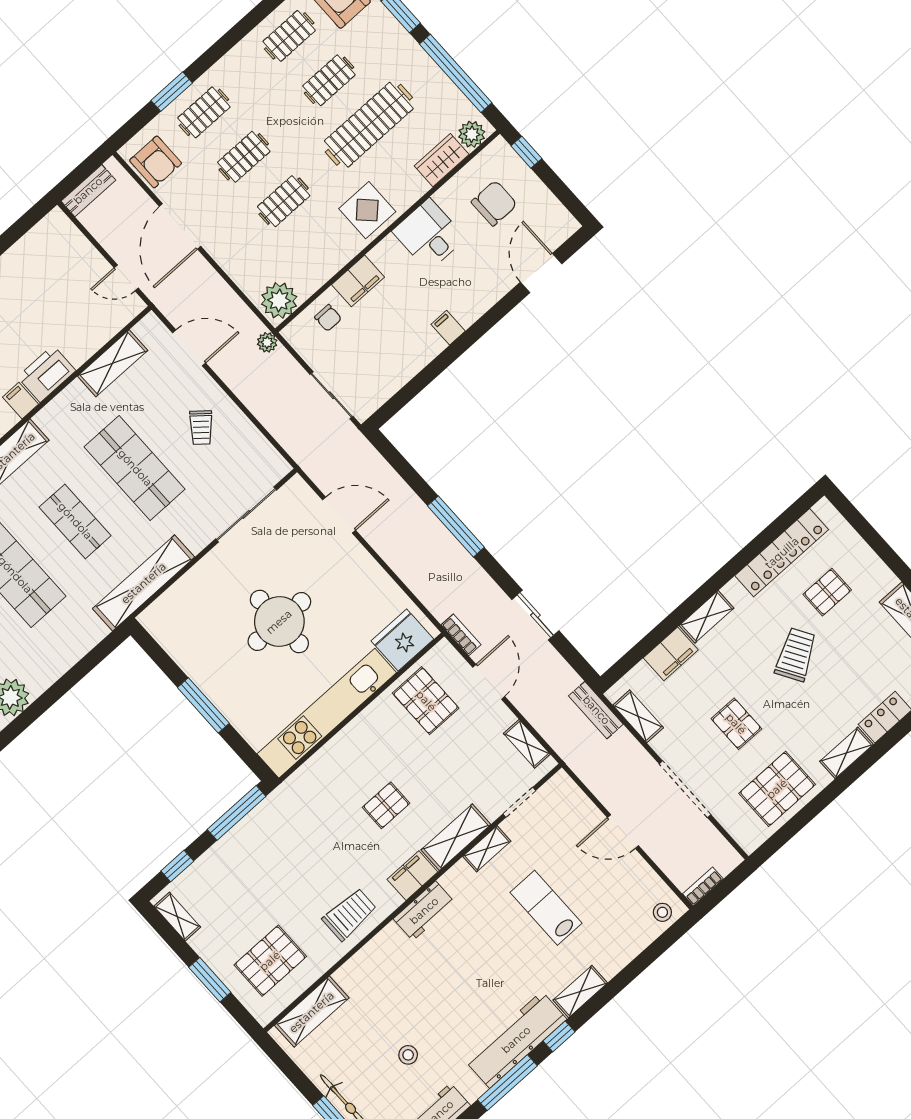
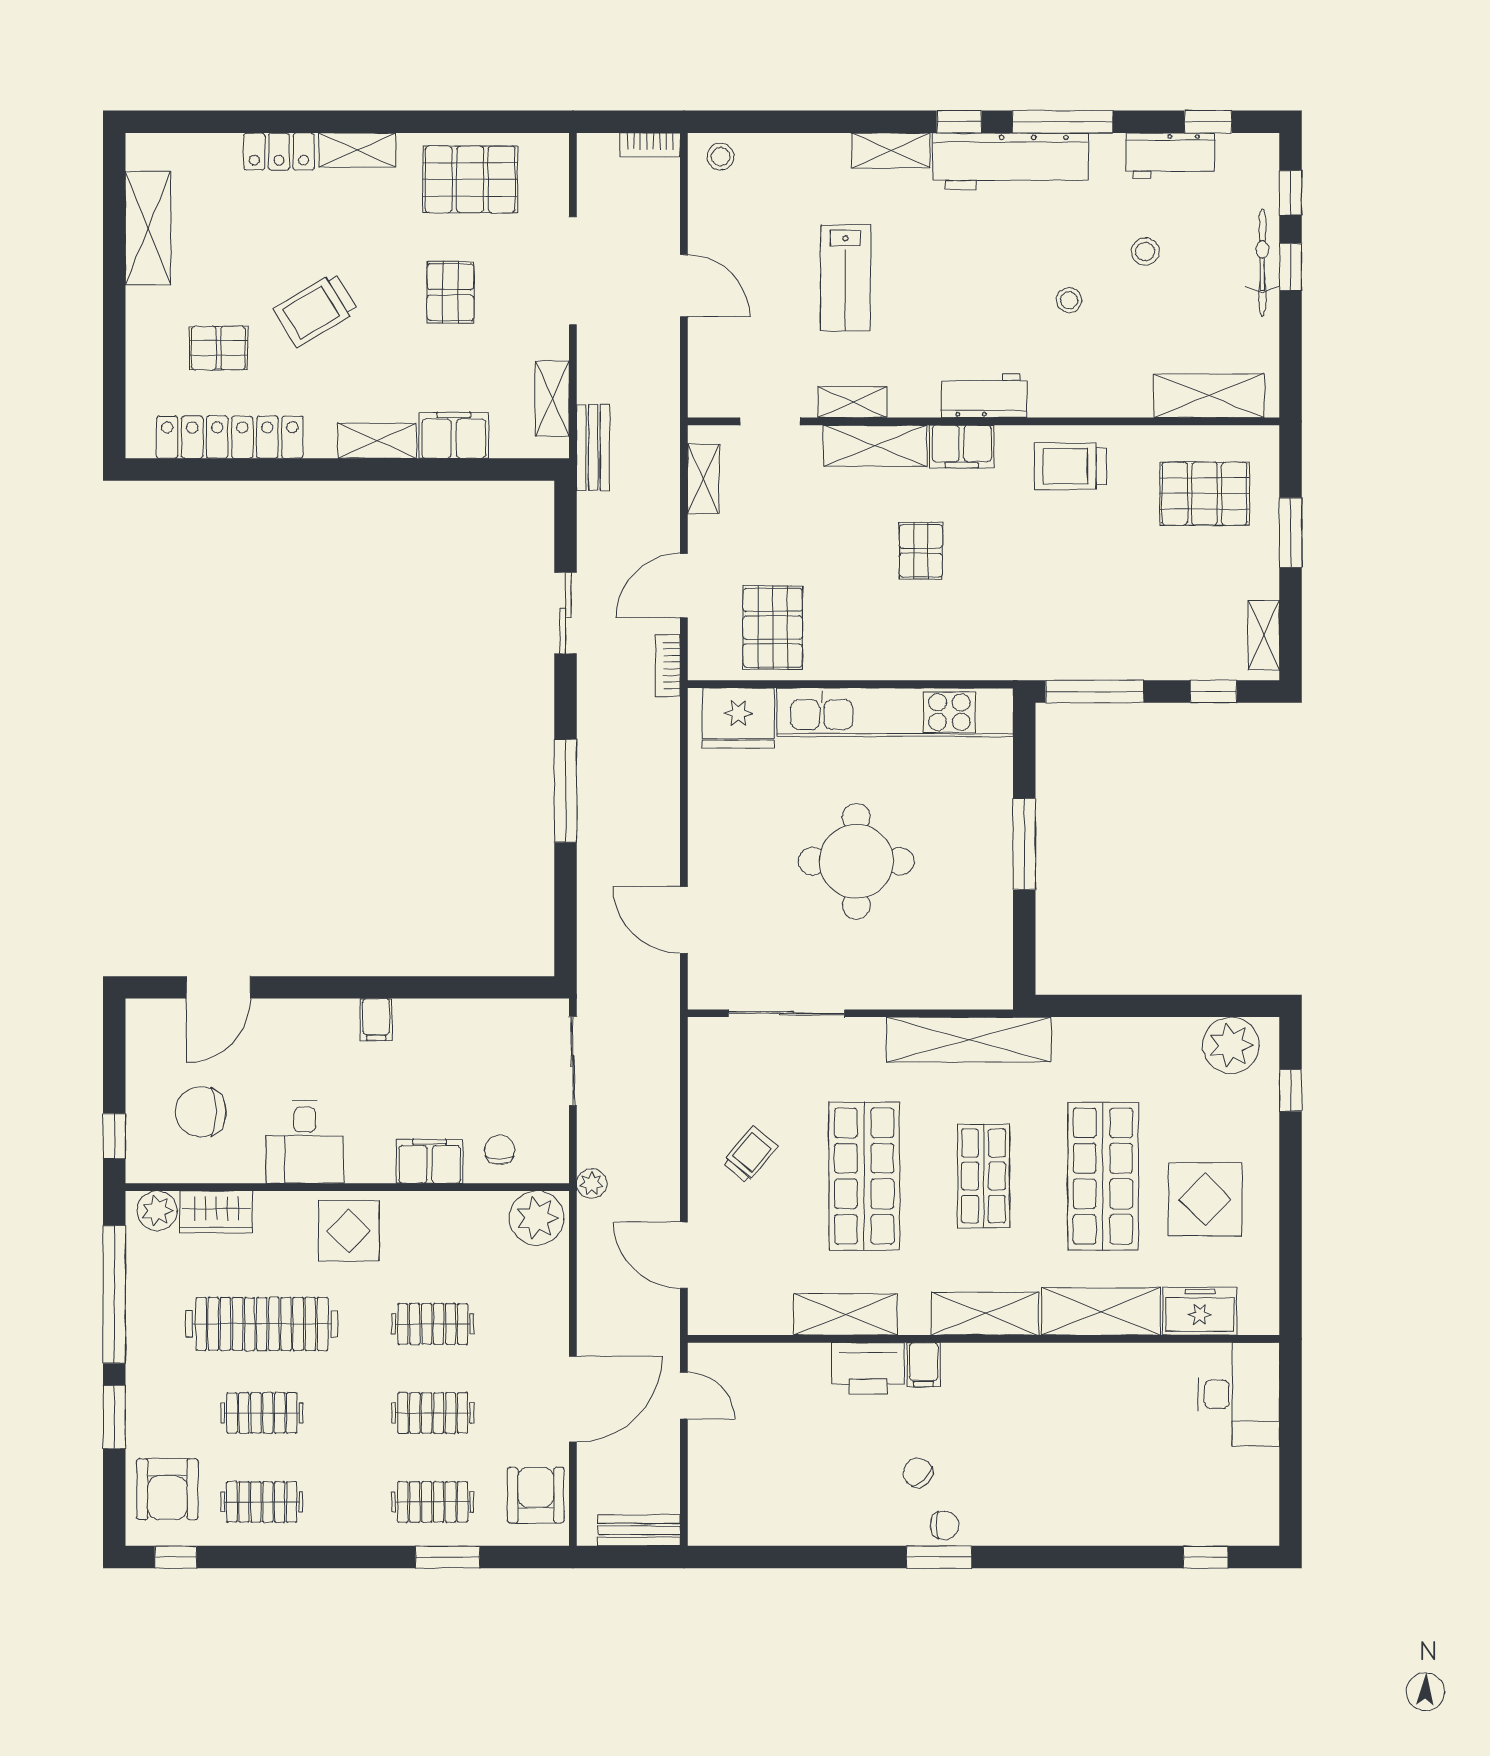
shelving: (113, 363) -> (846, 1314), moved
pallet: (386, 805) -> (921, 551), turned 90
stool: (424, 997) -> (1069, 300), added

